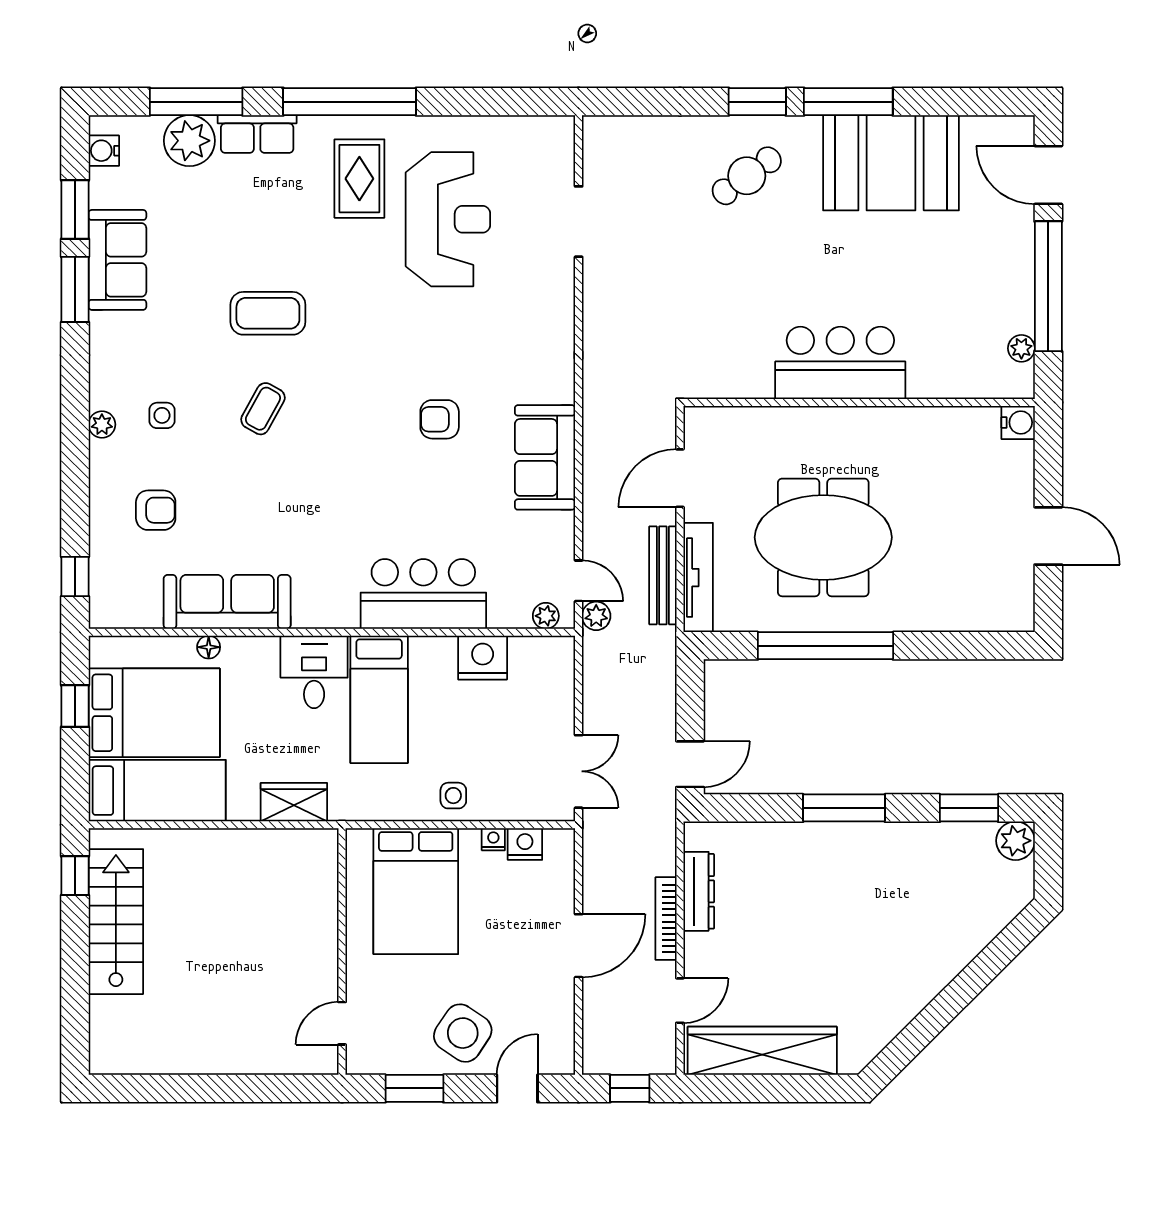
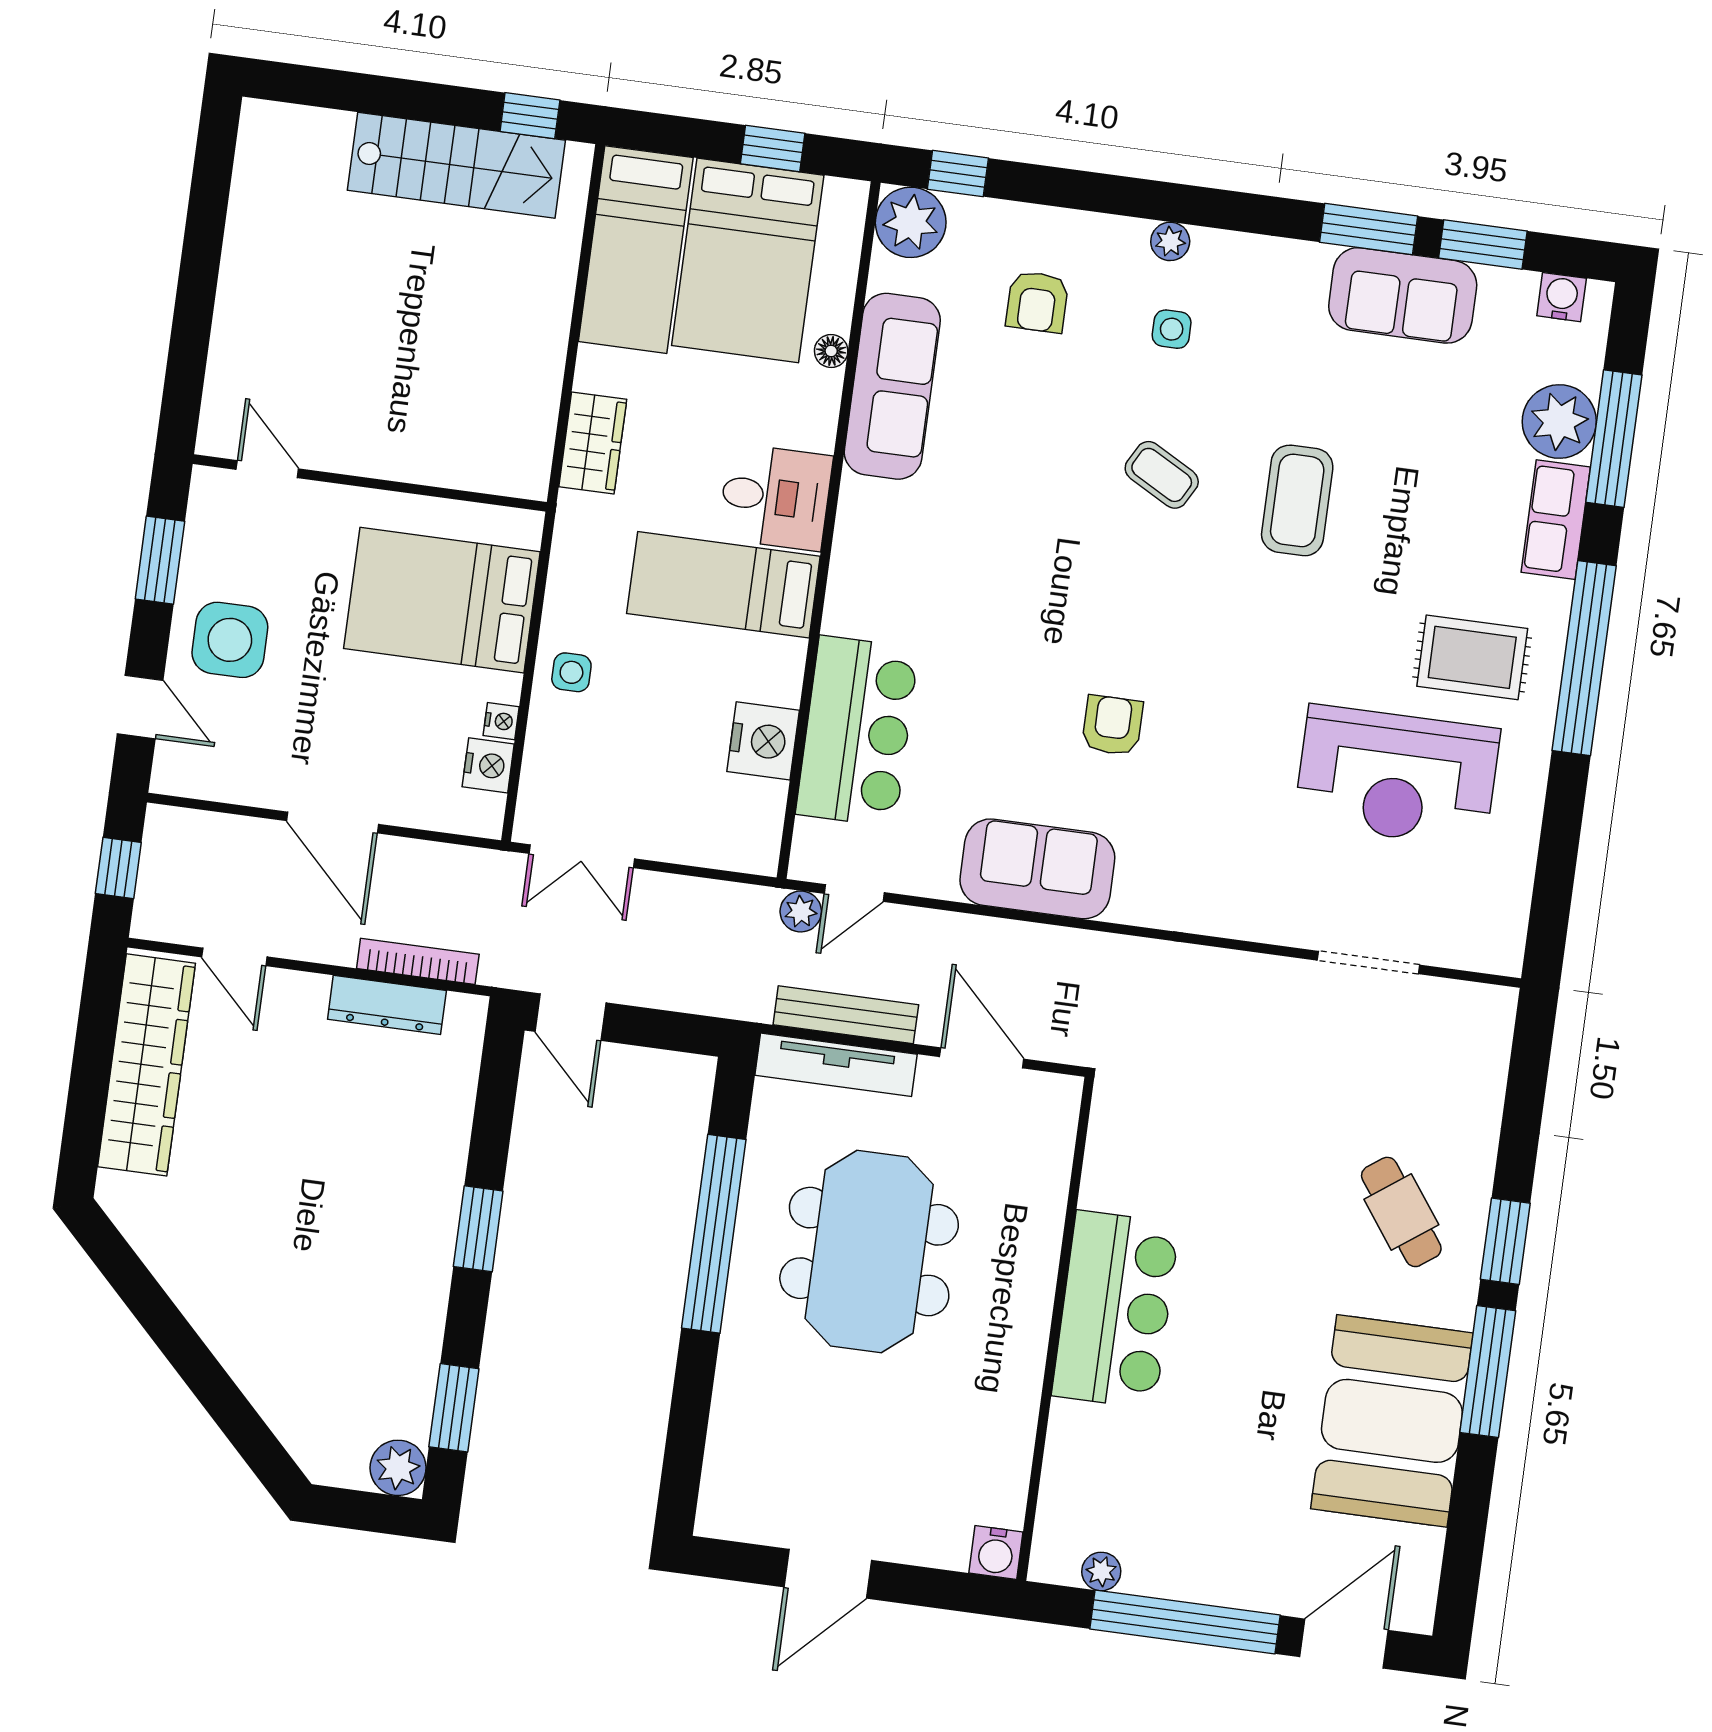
bar counter: (423, 594) -> (857, 731), moved
plant: (546, 616) -> (911, 222), moved, width x1.88, depth x1.88
window: (844, 808) -> (478, 1229), width x0.69
bookcase: (666, 919) -> (418, 961), moved
side table: (463, 1033) -> (230, 640), turned -34

